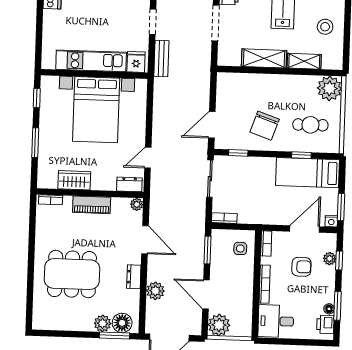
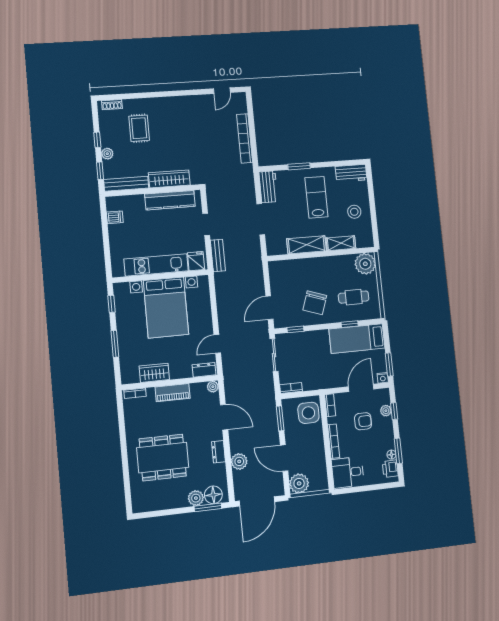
side table: (240, 248) -> (308, 413), width x1.87, depth x1.87

